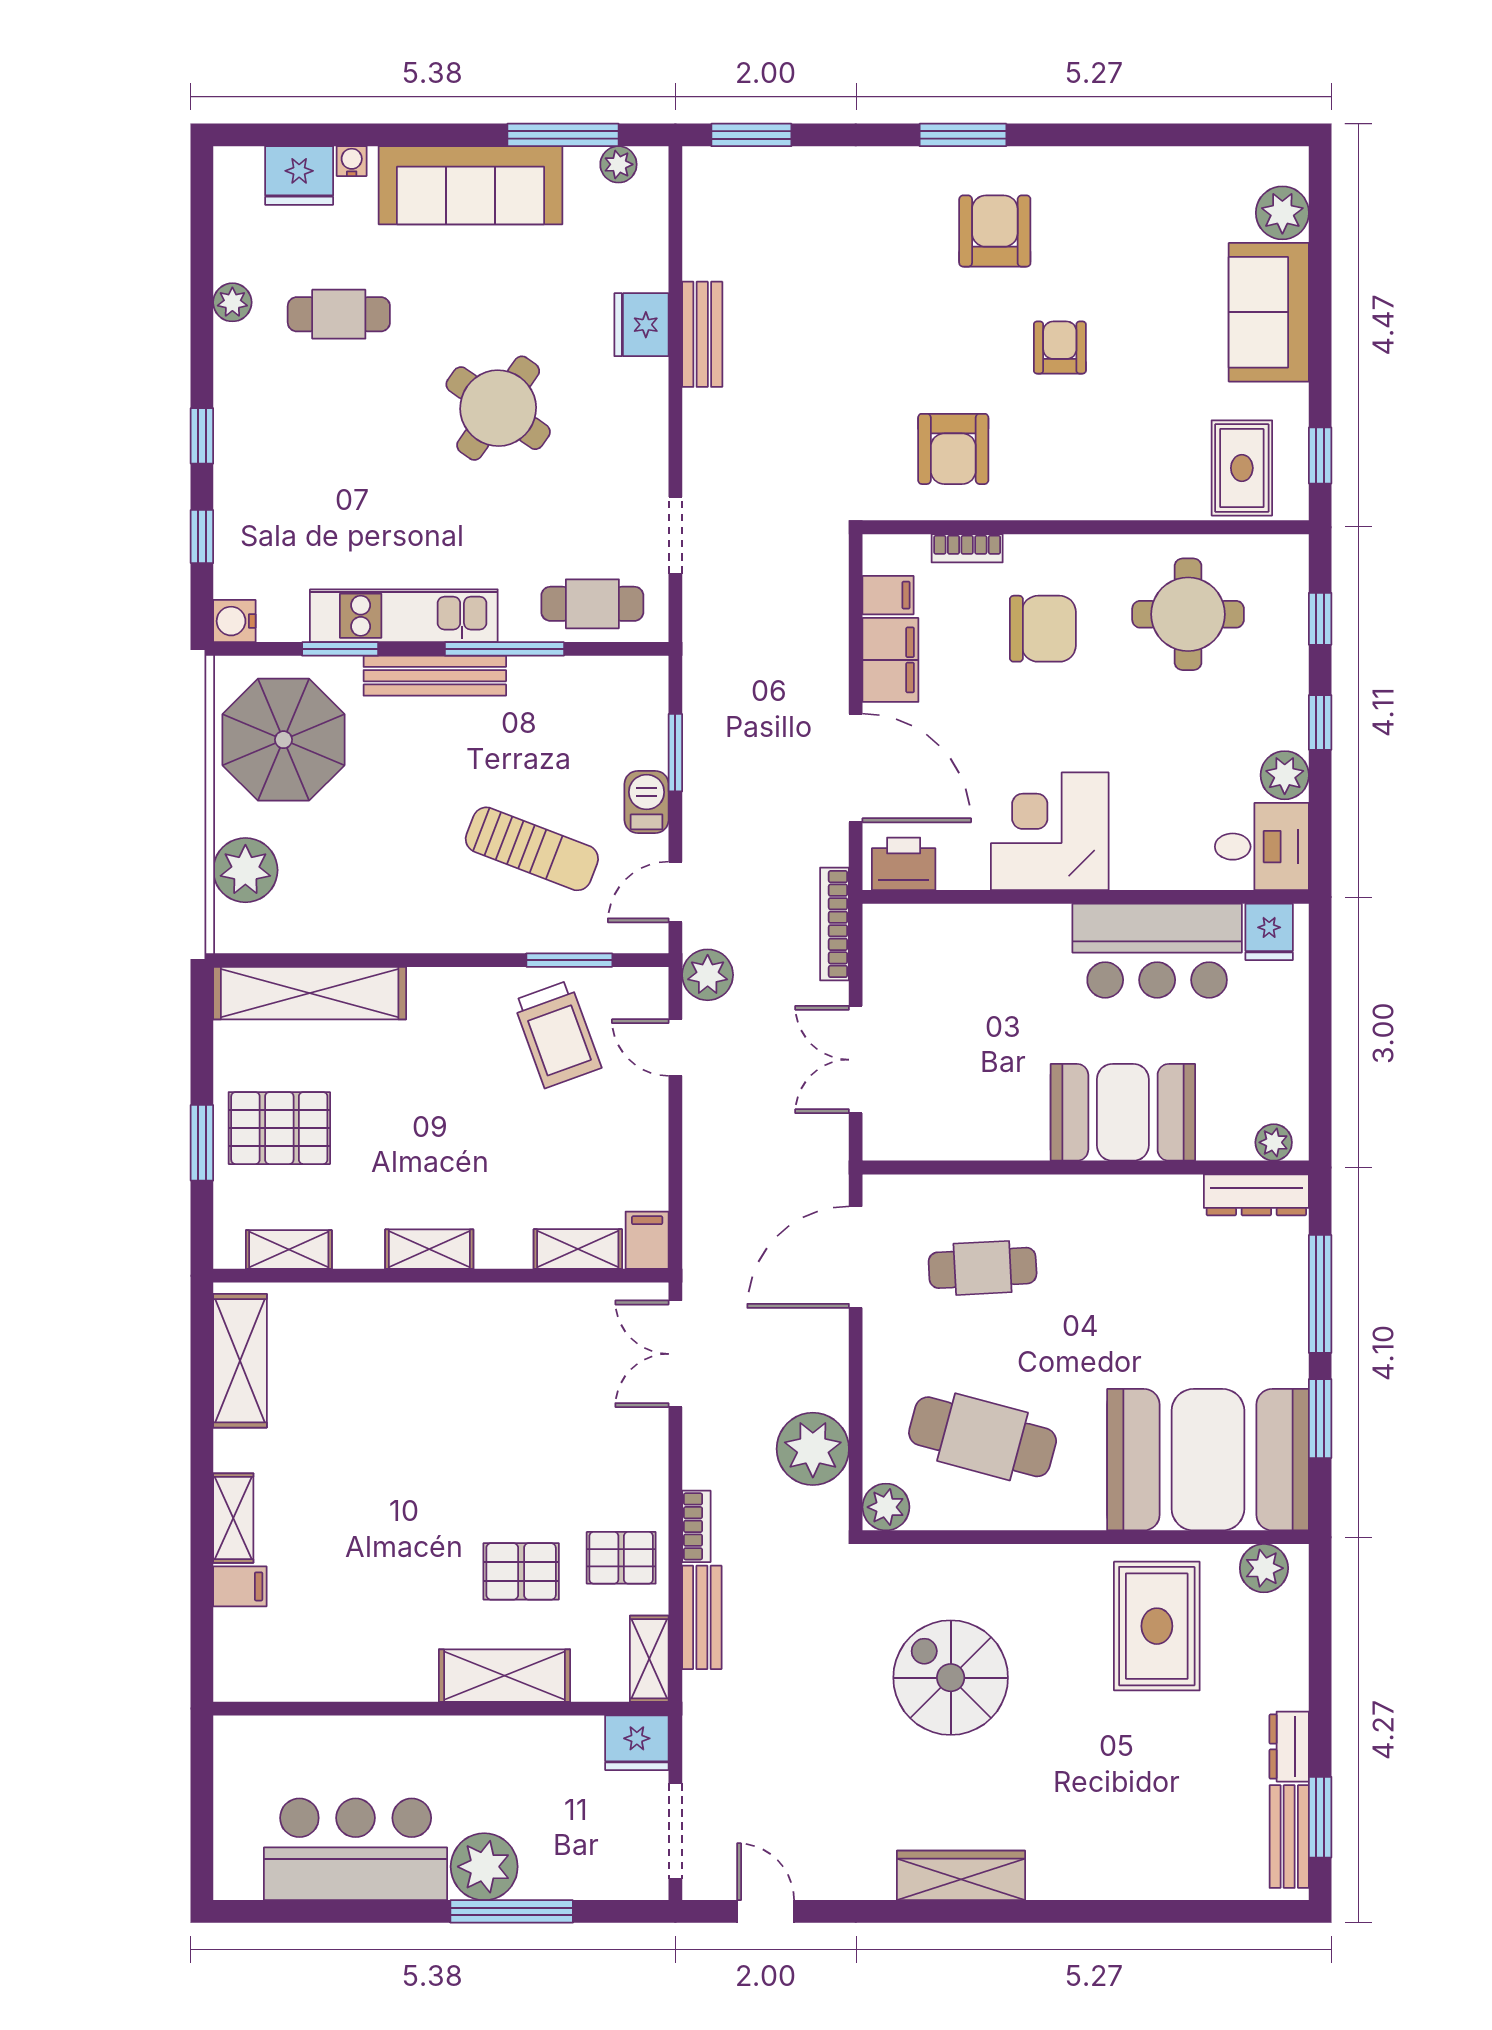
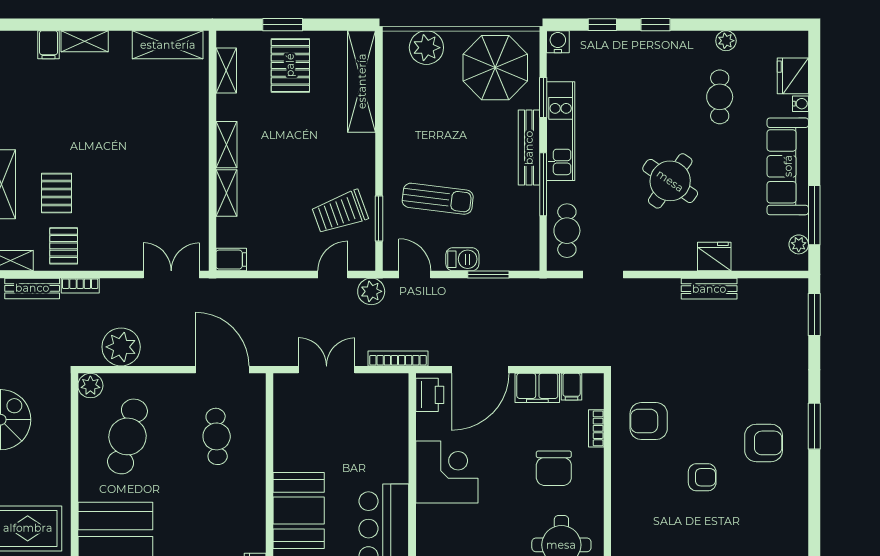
sun lounger: (532, 849) -> (438, 199), turned -104
shelving: (578, 1249) -> (227, 193), moved

